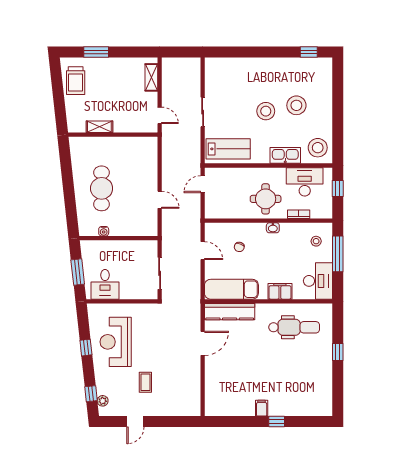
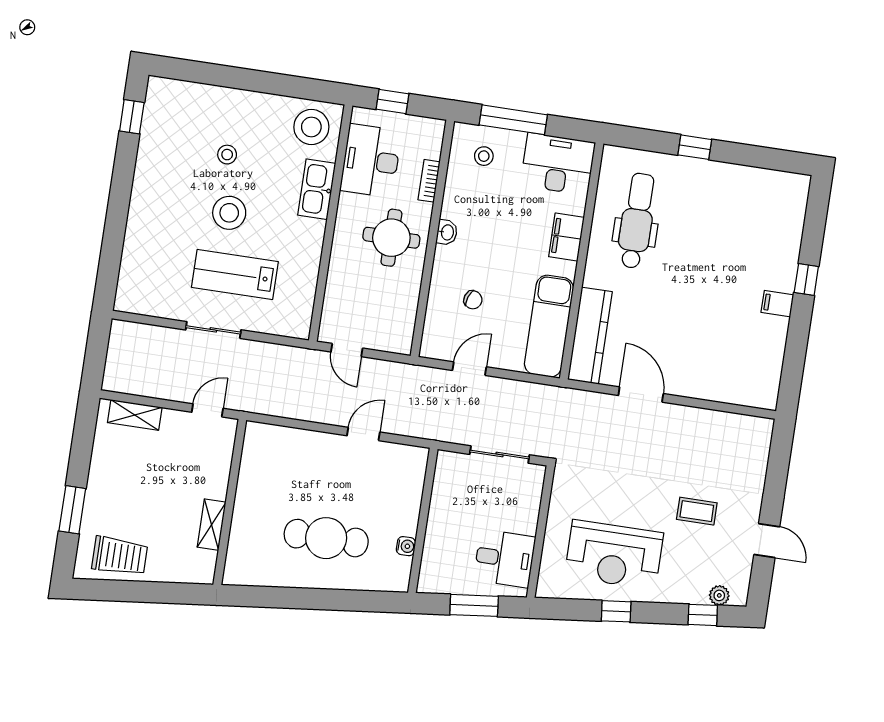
stool: (296, 105) -> (227, 155), width x0.53, depth x0.53
lab bench: (228, 149) -> (235, 274), moved, turned -90

